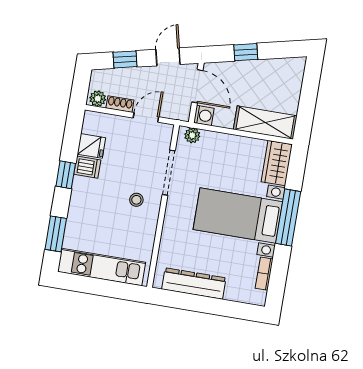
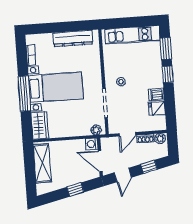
shelving: (265, 123) -> (42, 163), moved, turned 90
window: (66, 175) -> (168, 74), moved

